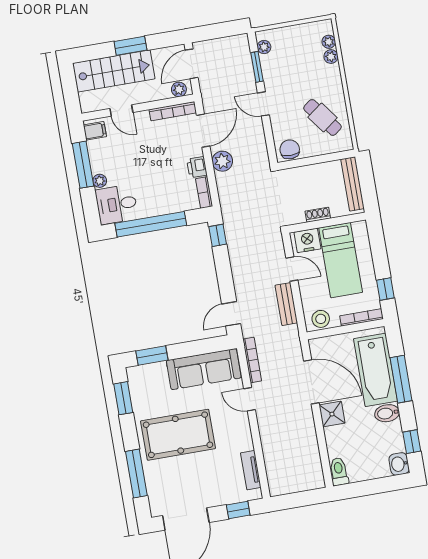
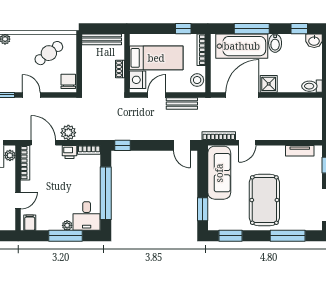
door: (263, 104) -> (31, 95), swing flipped
chair: (290, 149) -> (68, 81), turned 90
window: (83, 165) -> (65, 236), moved

